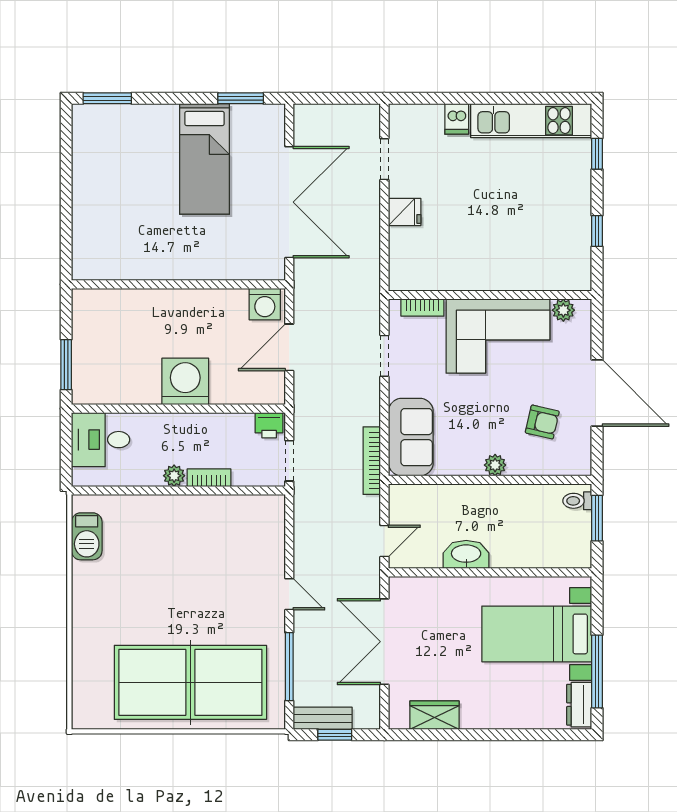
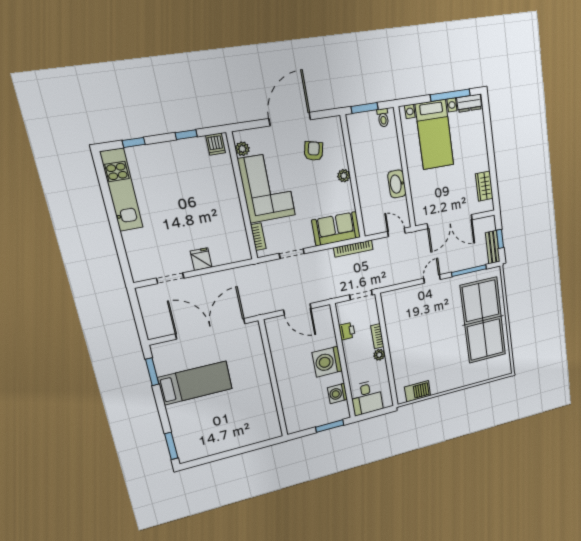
dishwasher: (457, 119) -> (215, 144), moved, turned 90
washing machine: (265, 304) -> (337, 394), moved, turned 180
printer: (269, 425) -> (347, 331), moved
toilet: (577, 501) -> (383, 118), moved

